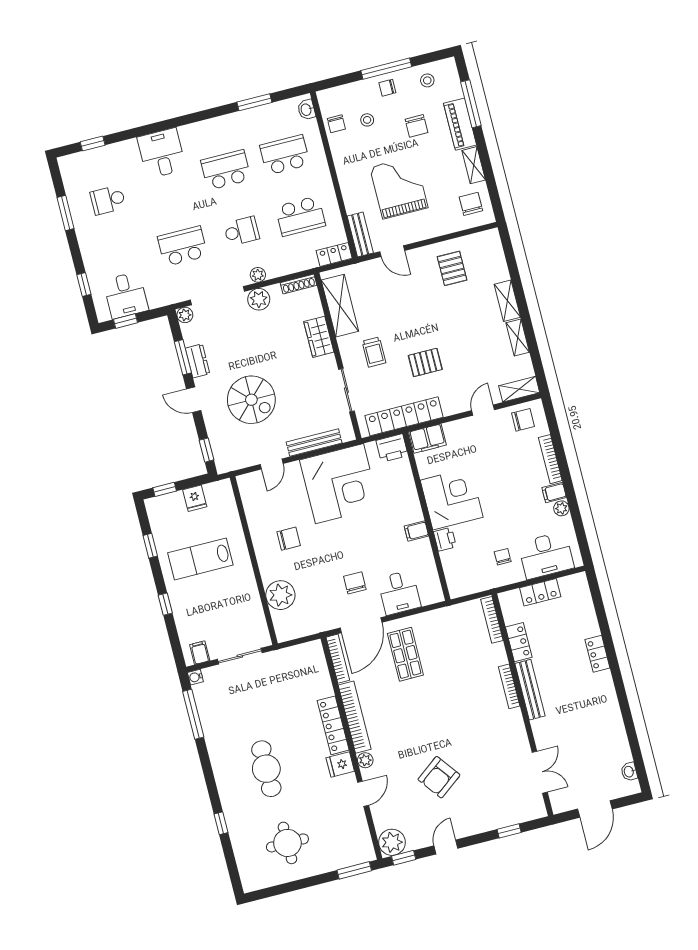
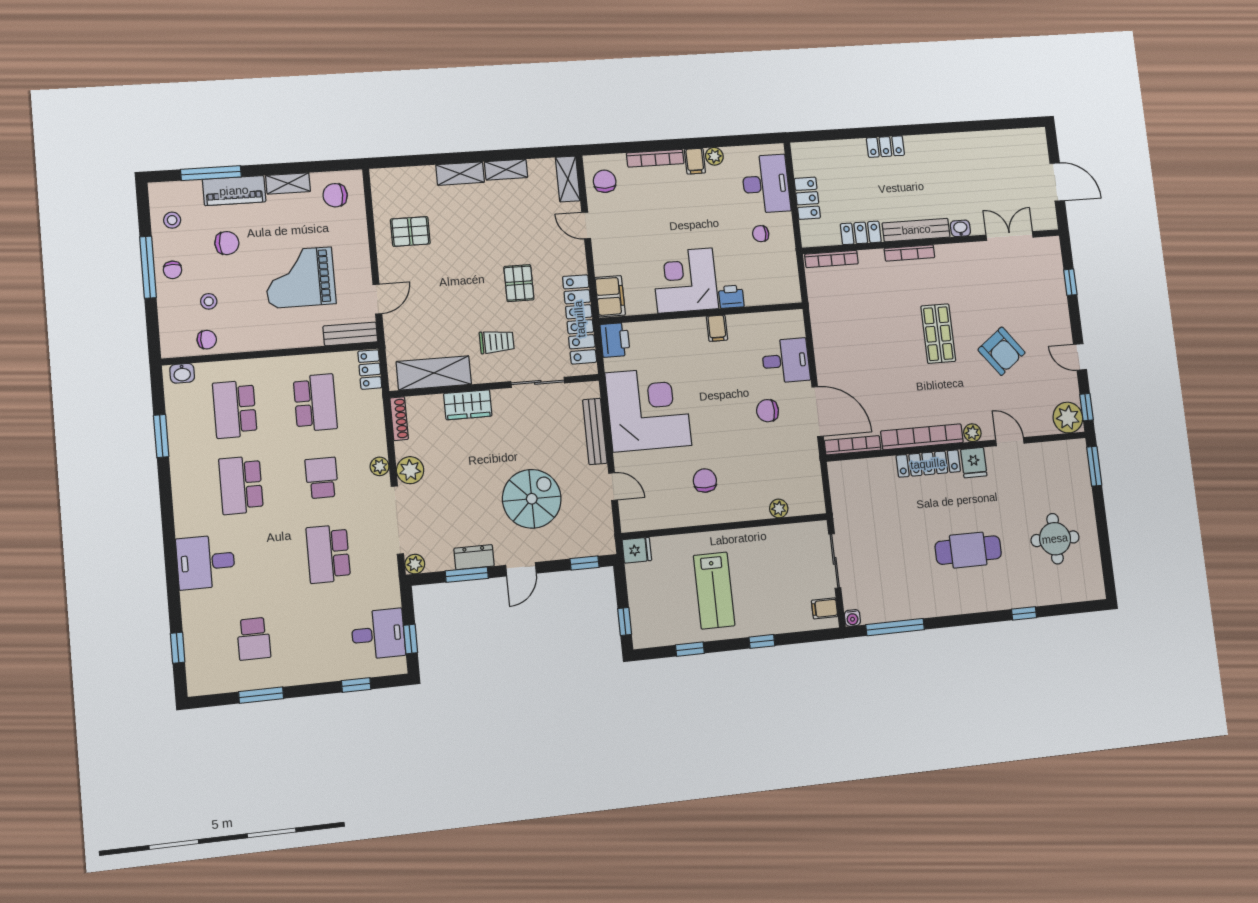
fridge: (195, 498) -> (637, 550), moved
plant: (280, 595) -> (779, 508), width x0.53, depth x0.53
shop shelf: (405, 654) -> (938, 334), moved, turned 90
washbasin: (629, 772) -> (960, 228), moved, turned 180

